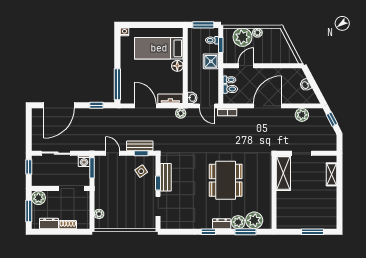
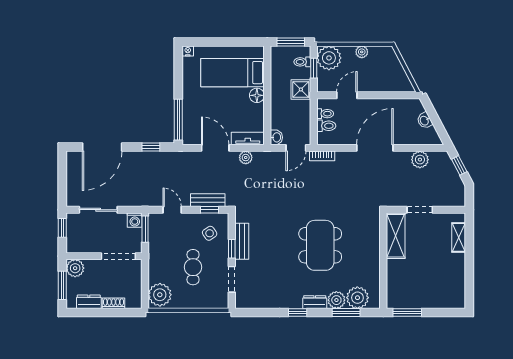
plant: (242, 37) -> (329, 58), moved
door: (207, 106) -> (296, 148), hinge flipped
plant: (181, 113) -> (246, 158), moved
cafe table: (129, 197) -> (193, 267), added
plant: (99, 214) -> (160, 295), width x1.88, depth x1.88
window: (313, 232) -> (407, 313), moved

